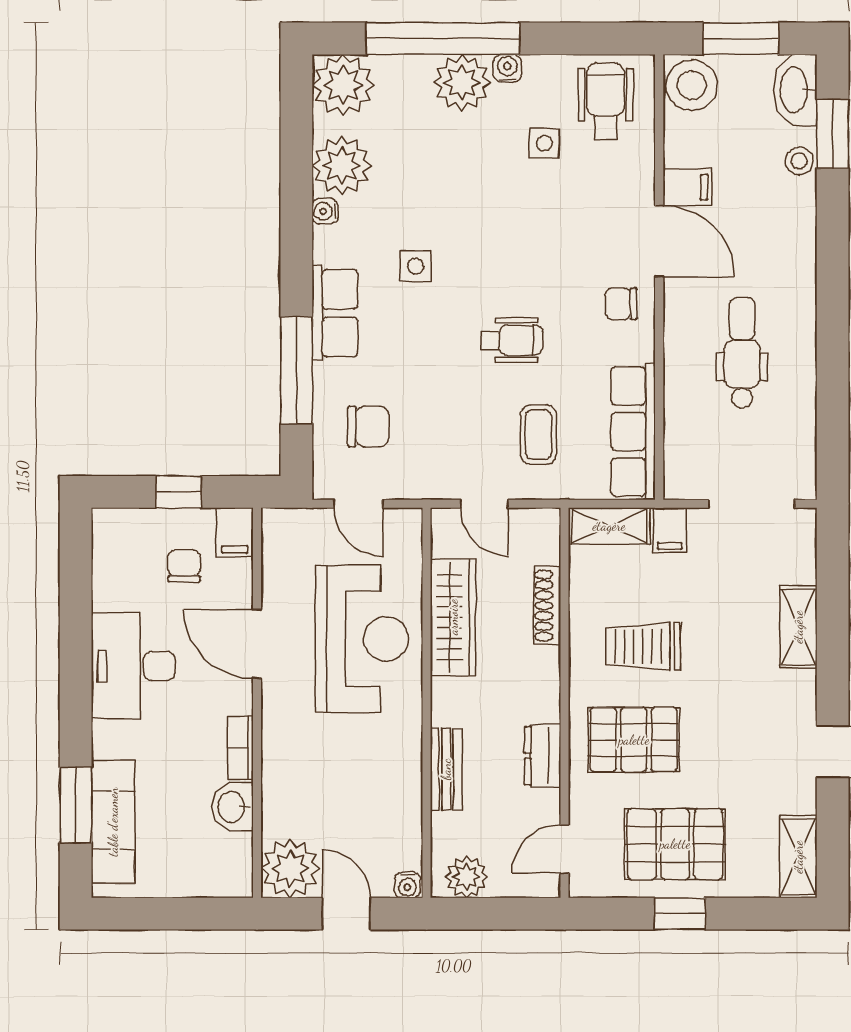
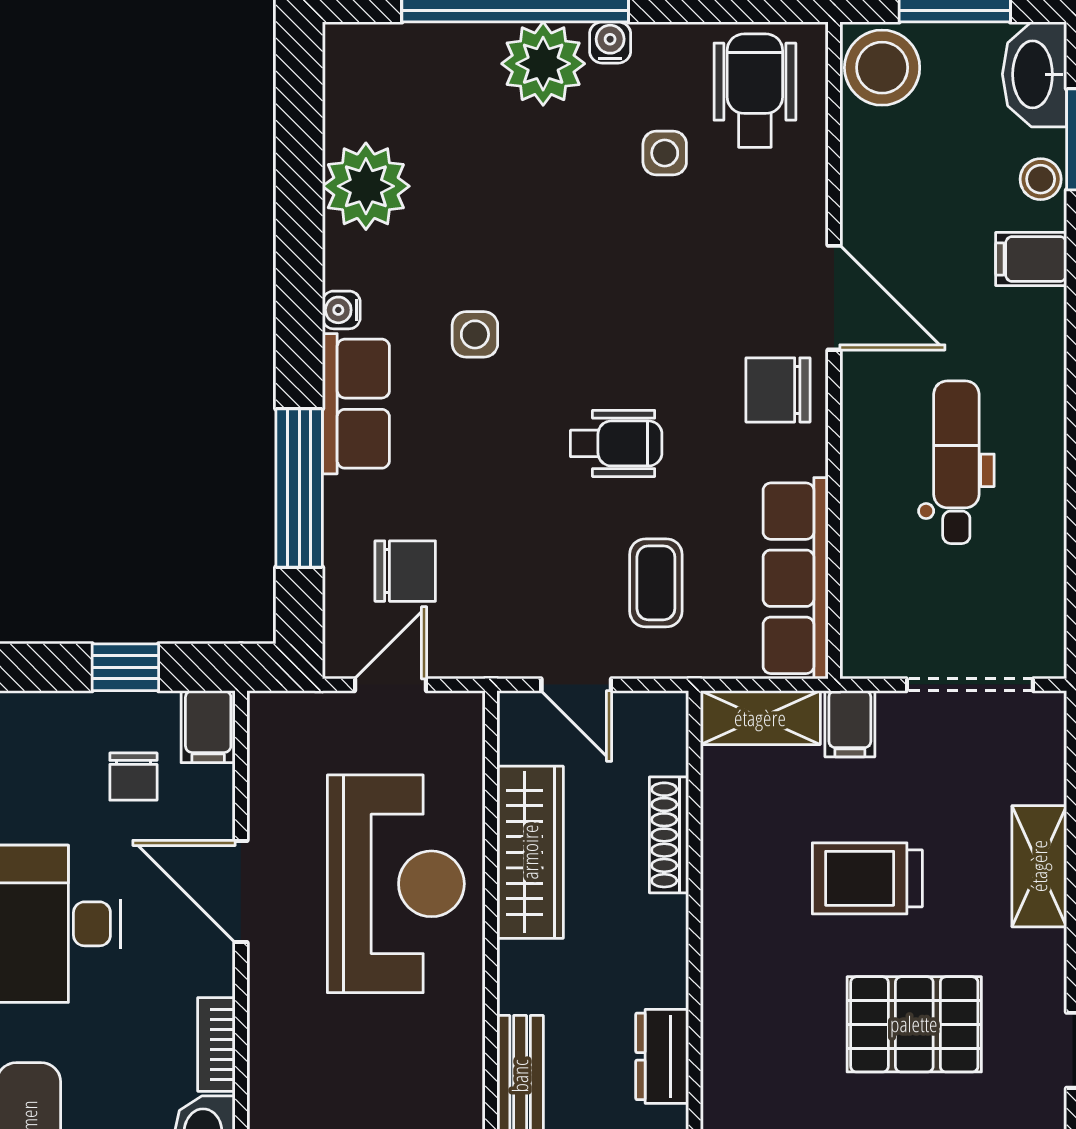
plant: (343, 85) -> (368, 67), removed
filing cabinet: (687, 187) -> (1031, 259), moved, turned 180
water cooler: (325, 211) -> (341, 310), moved
chair: (621, 304) -> (778, 390), width x1.37, depth x1.37
door: (358, 504) -> (391, 685), swing flipped
chair: (184, 566) -> (133, 777), turned 180
trolley: (643, 646) -> (867, 878), moved
pallet: (634, 740) -> (914, 1024), moved

